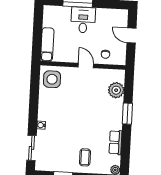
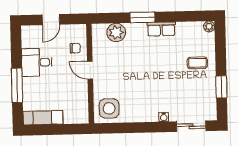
desk: (83, 20) -> (37, 62), moved
exam couch: (47, 44) -> (43, 118), moved
door: (86, 65) -> (90, 70), hinge flipped
row of seats: (116, 142) -> (161, 29), moved

